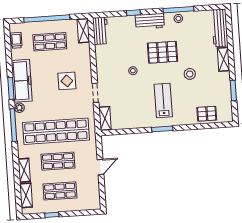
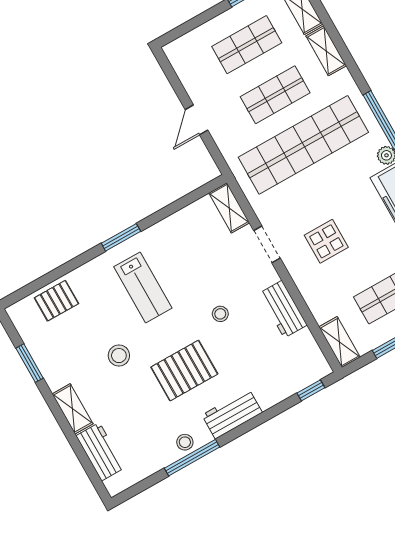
window: (133, 13) -> (311, 390), moved
workbench: (220, 28) -> (100, 452), width x0.73
workbench: (100, 31) -> (283, 309), moved

